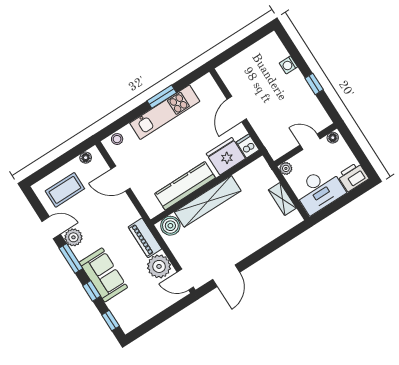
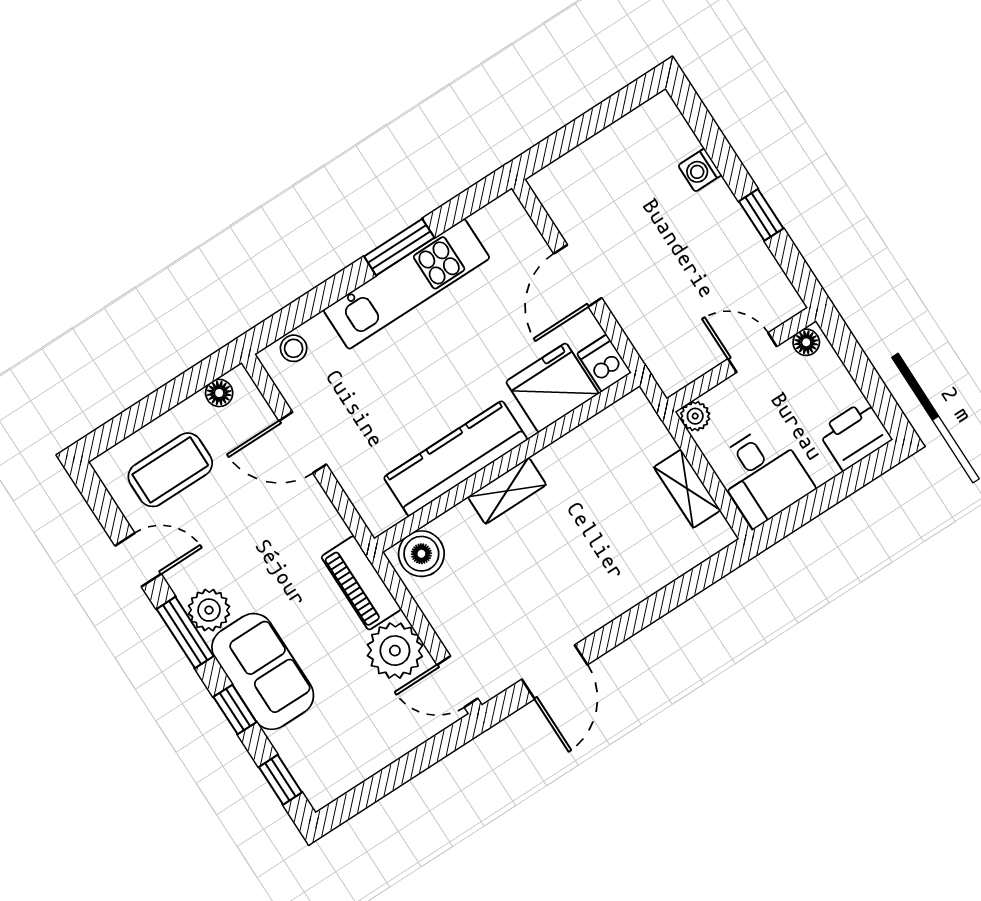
desk: (319, 190) -> (763, 475), width x0.73
shelving: (208, 201) -> (507, 491), width x0.45, depth x0.75
plant: (73, 237) -> (209, 610), moved

